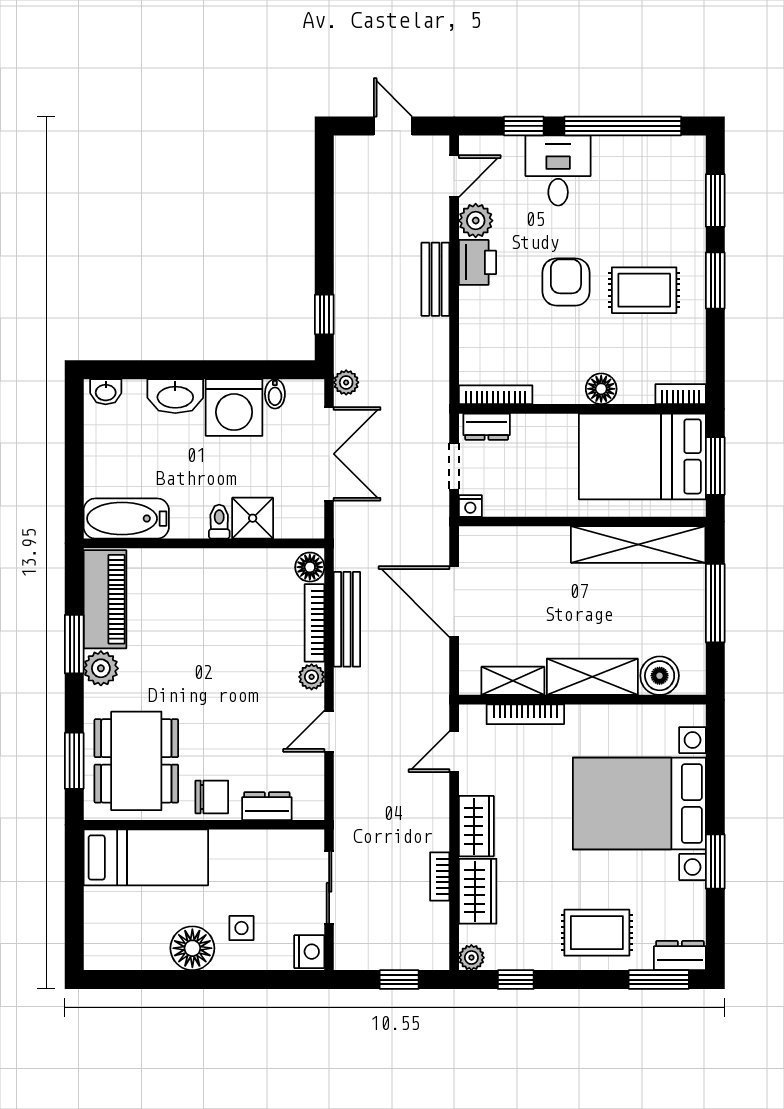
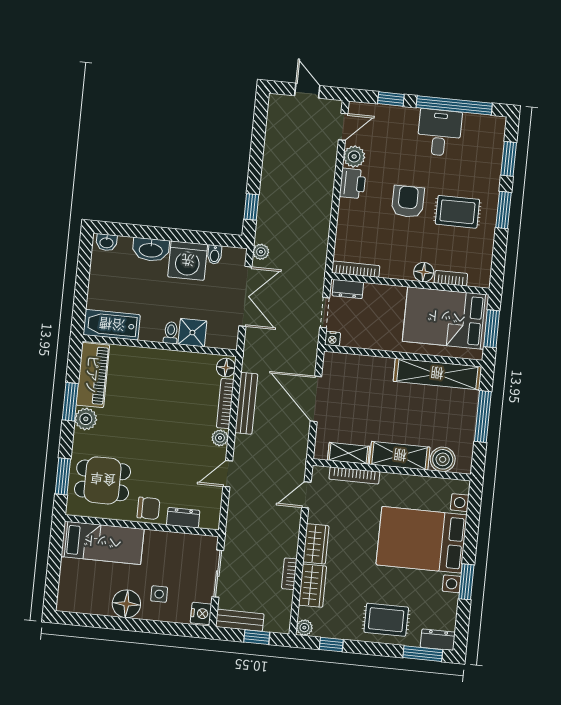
desk: (558, 170) -> (439, 133), moved
bench: (435, 279) -> (240, 620), moved, turned 90
bookcase: (681, 394) -> (451, 278), moved
dining table: (136, 761) -> (103, 480), width x0.73

